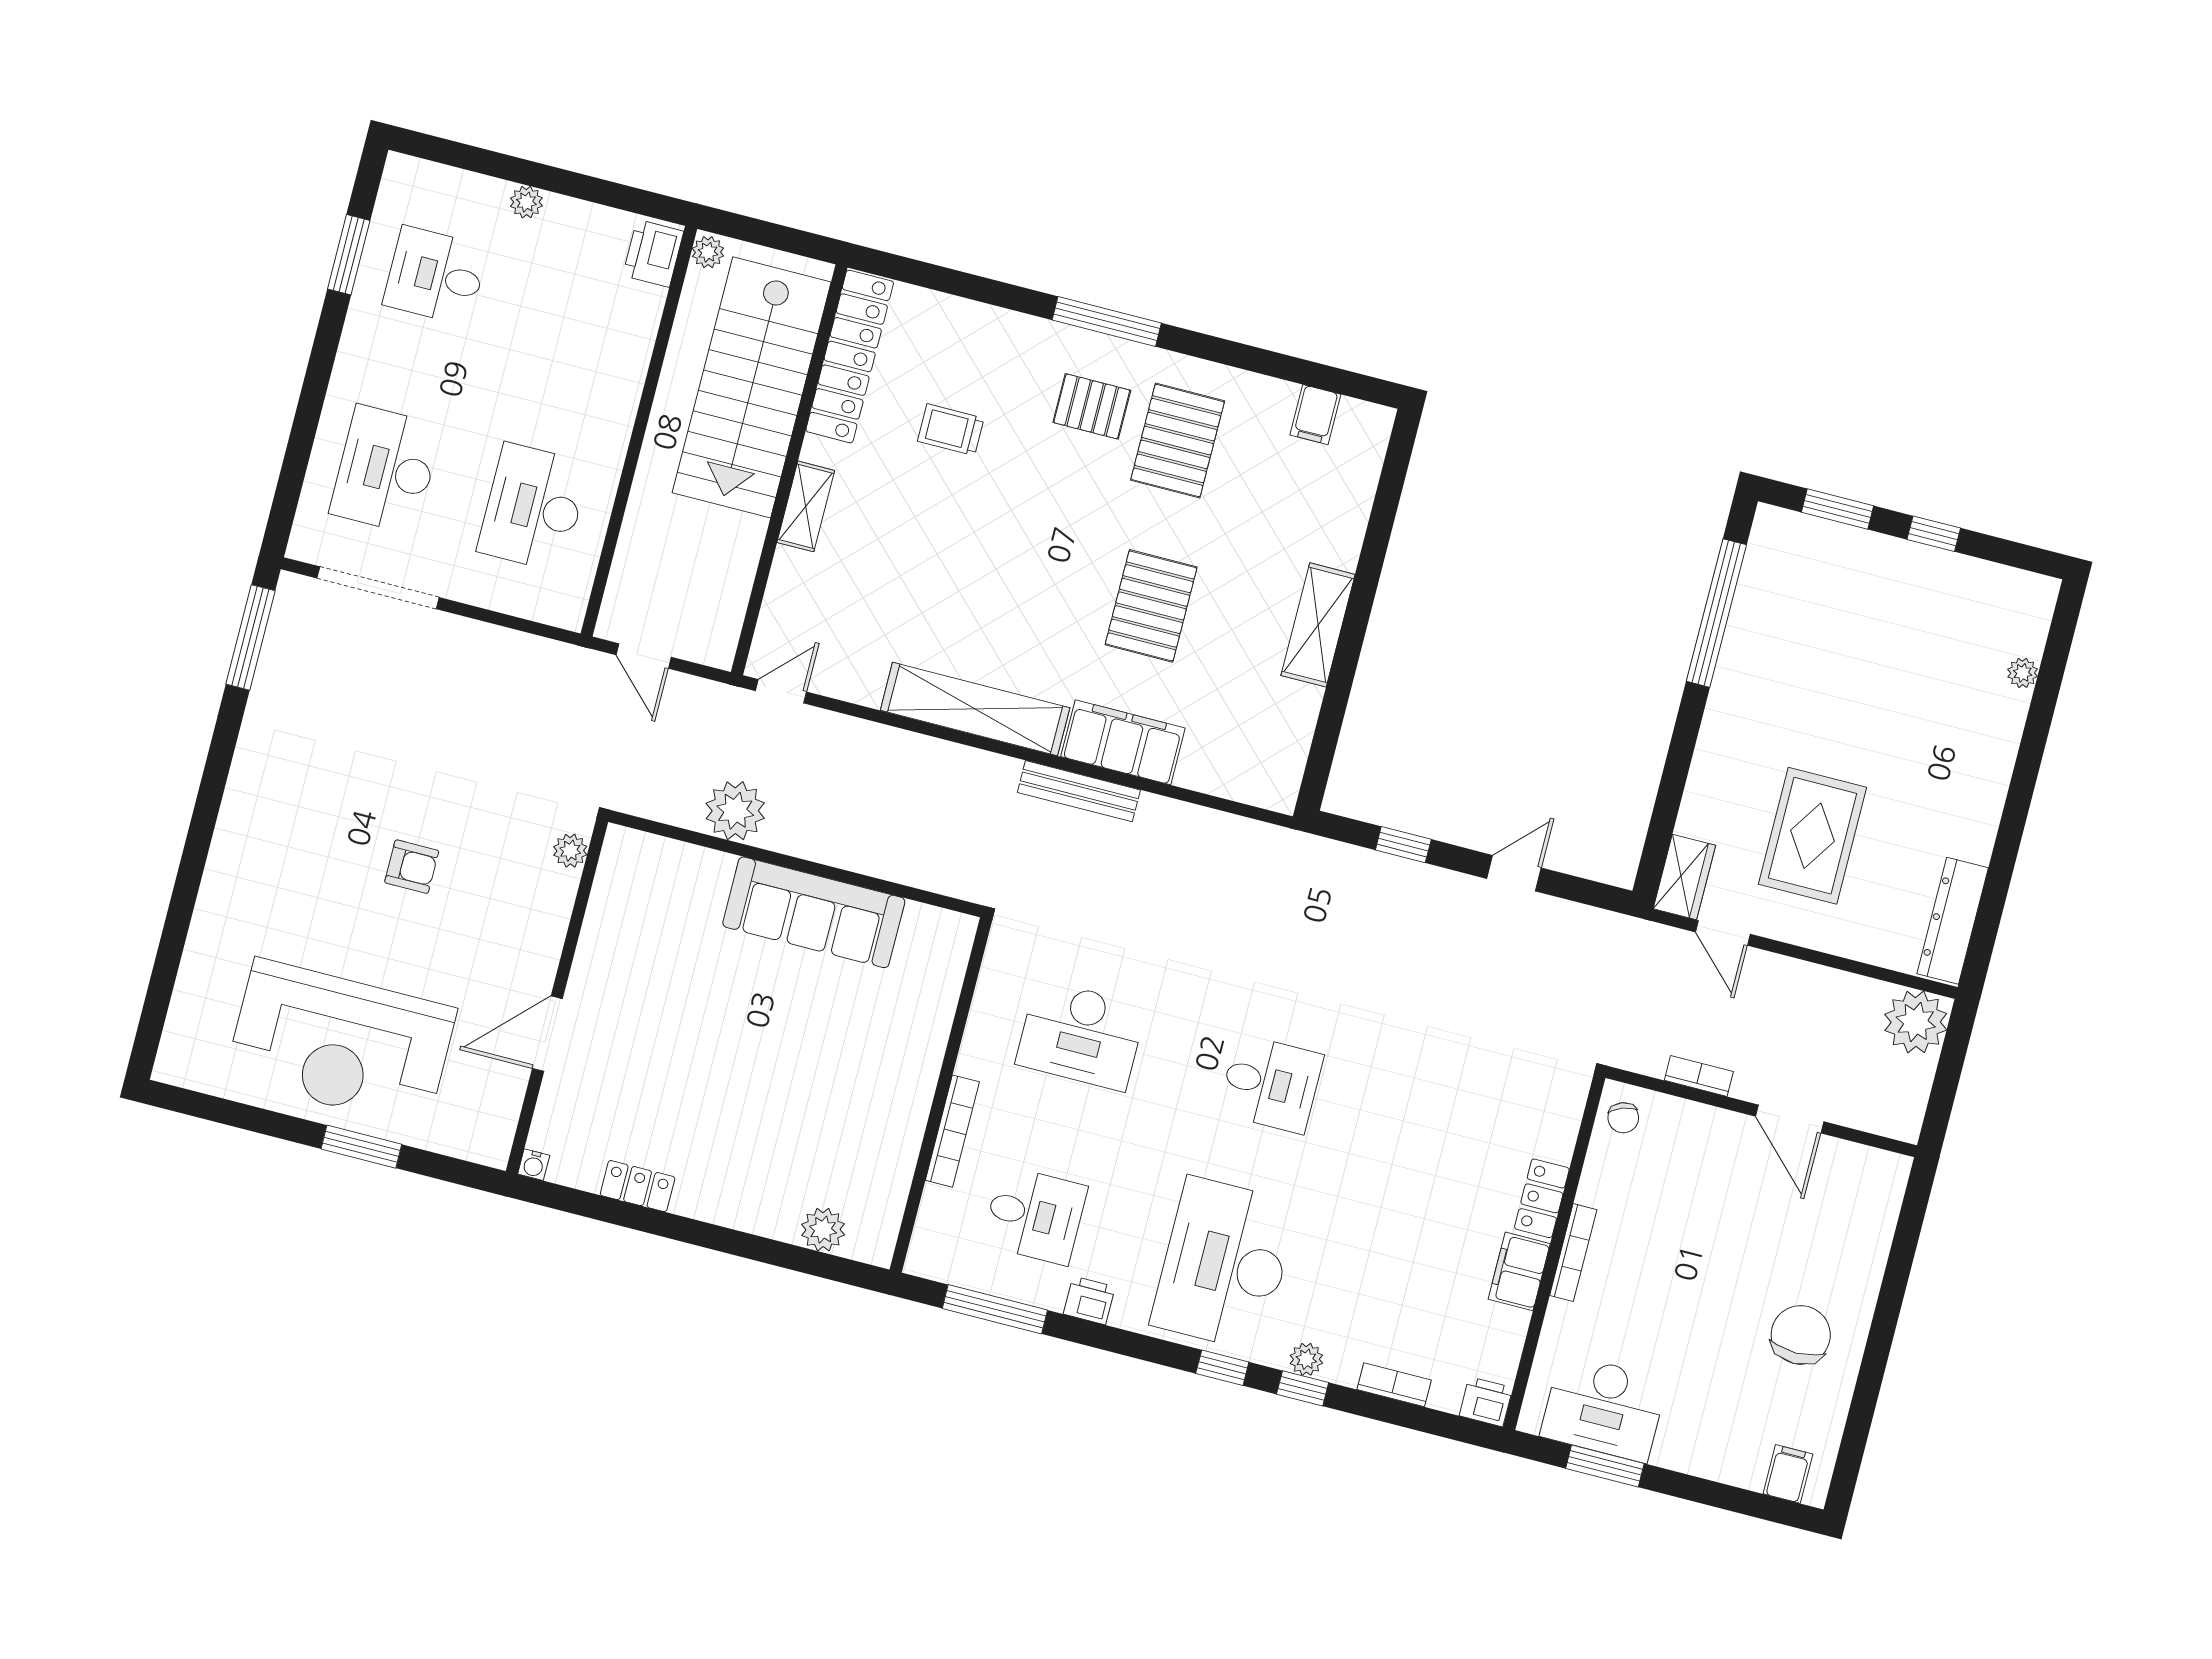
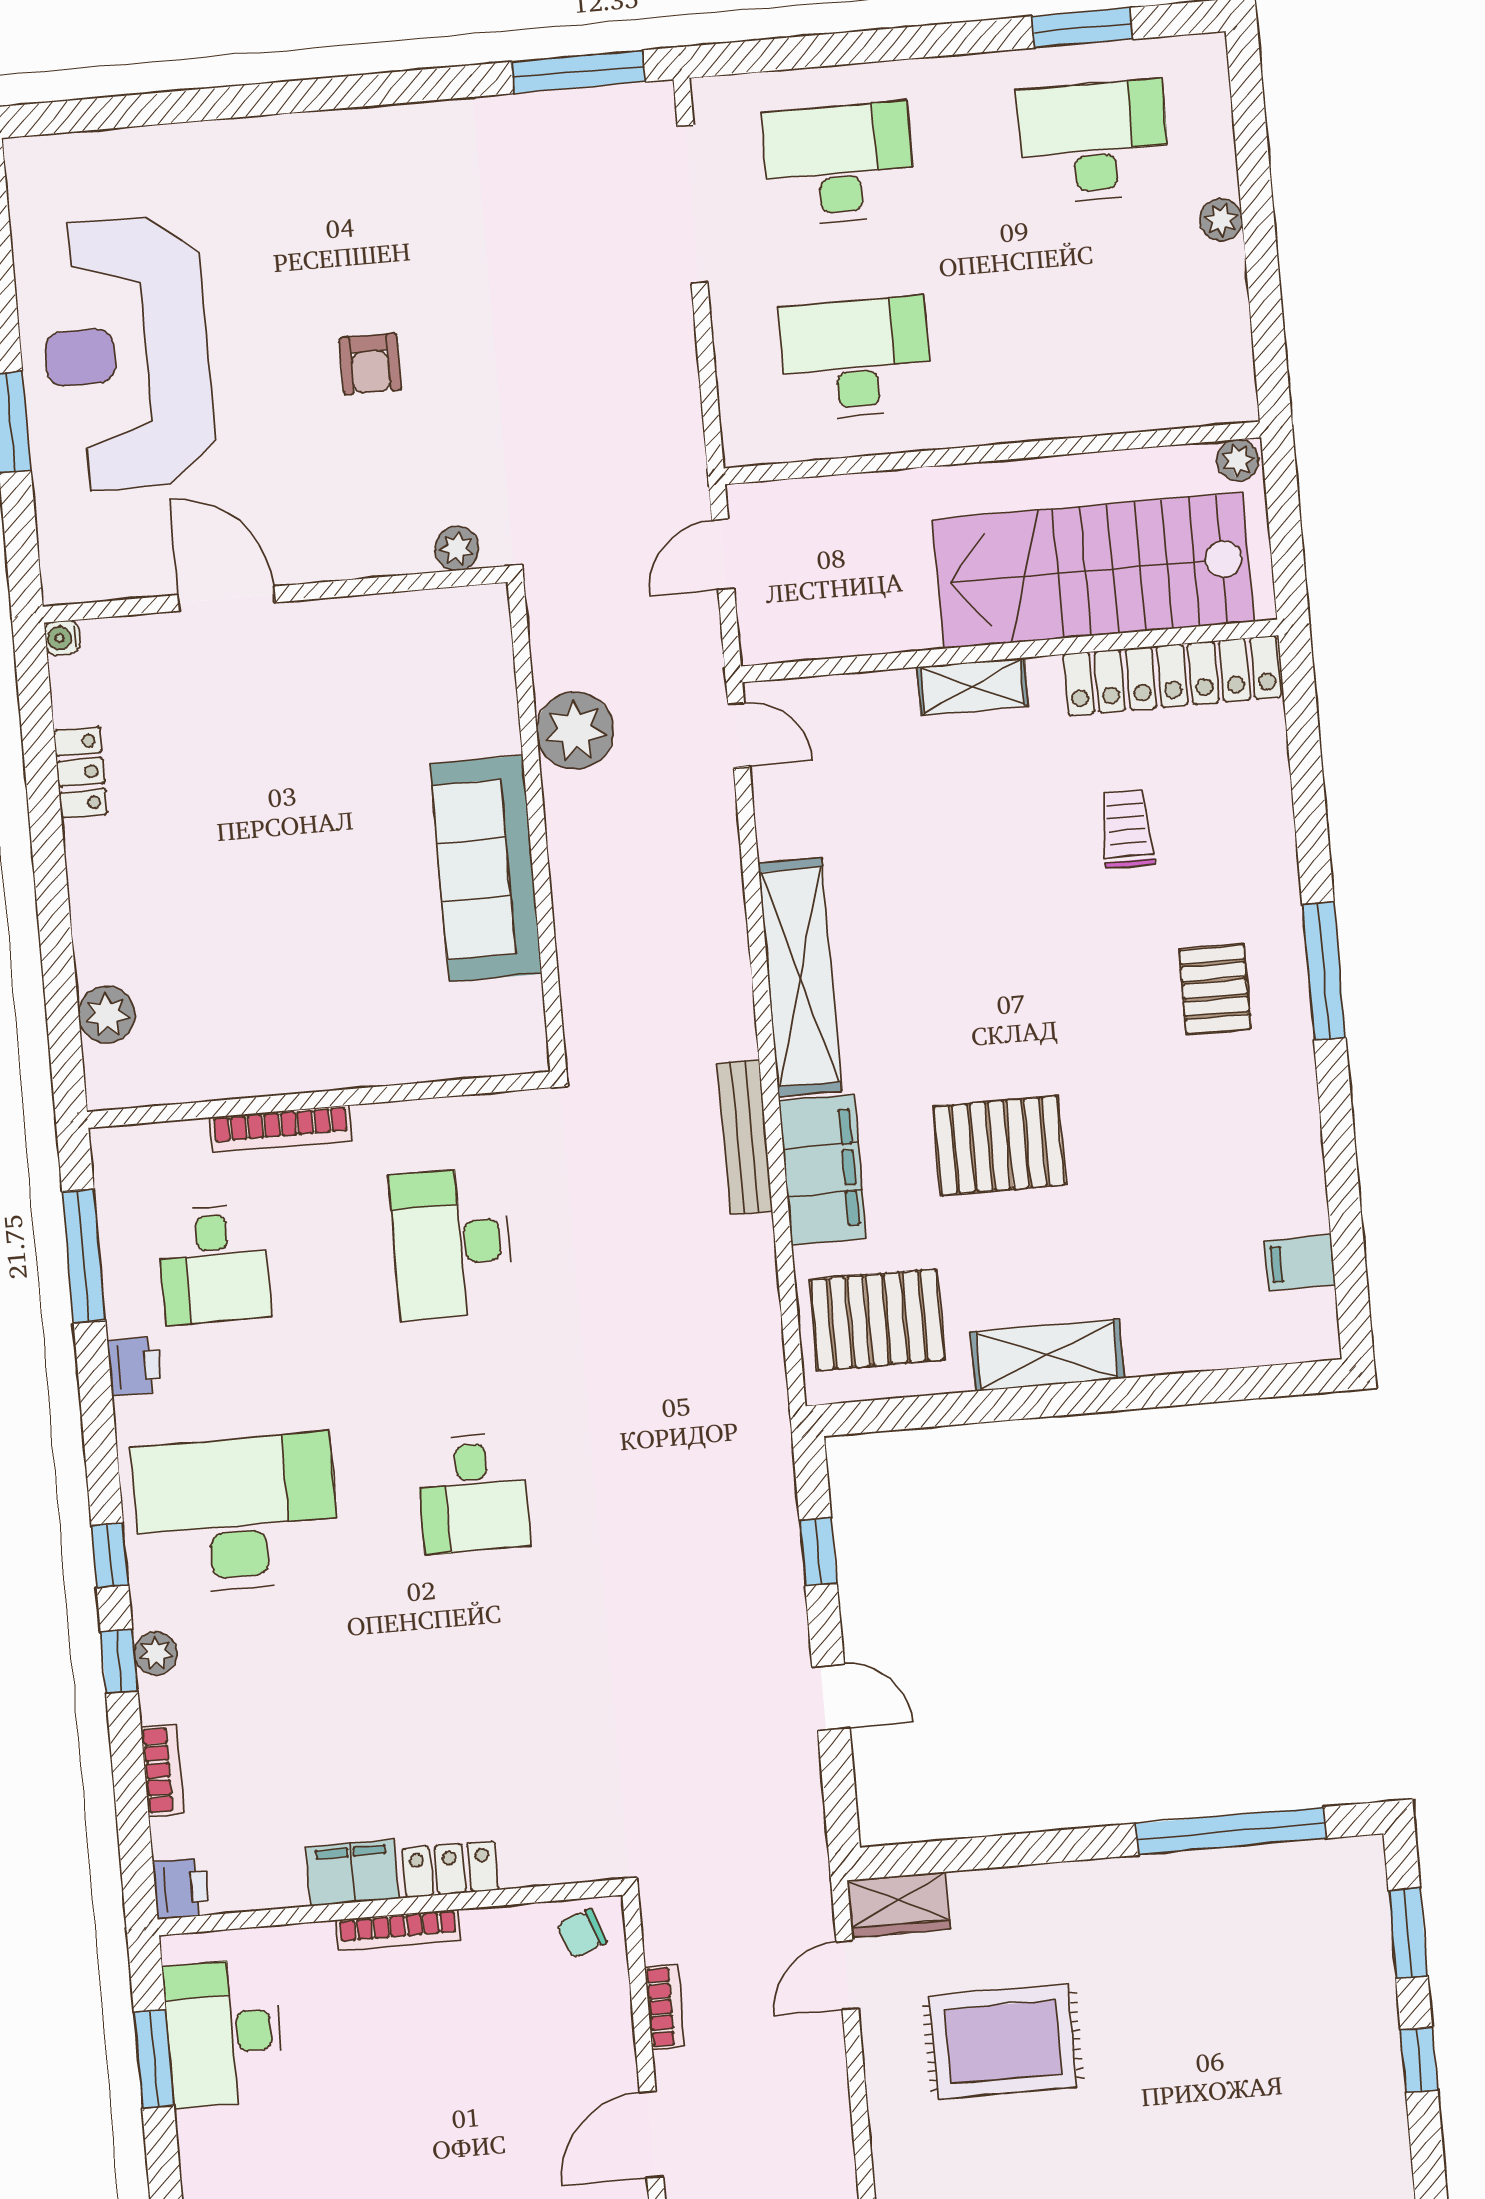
printer: (653, 253) -> (1213, 395), removed
desk: (436, 276) -> (1094, 141), width x1.37
pallet: (1178, 441) -> (877, 1320), moved

